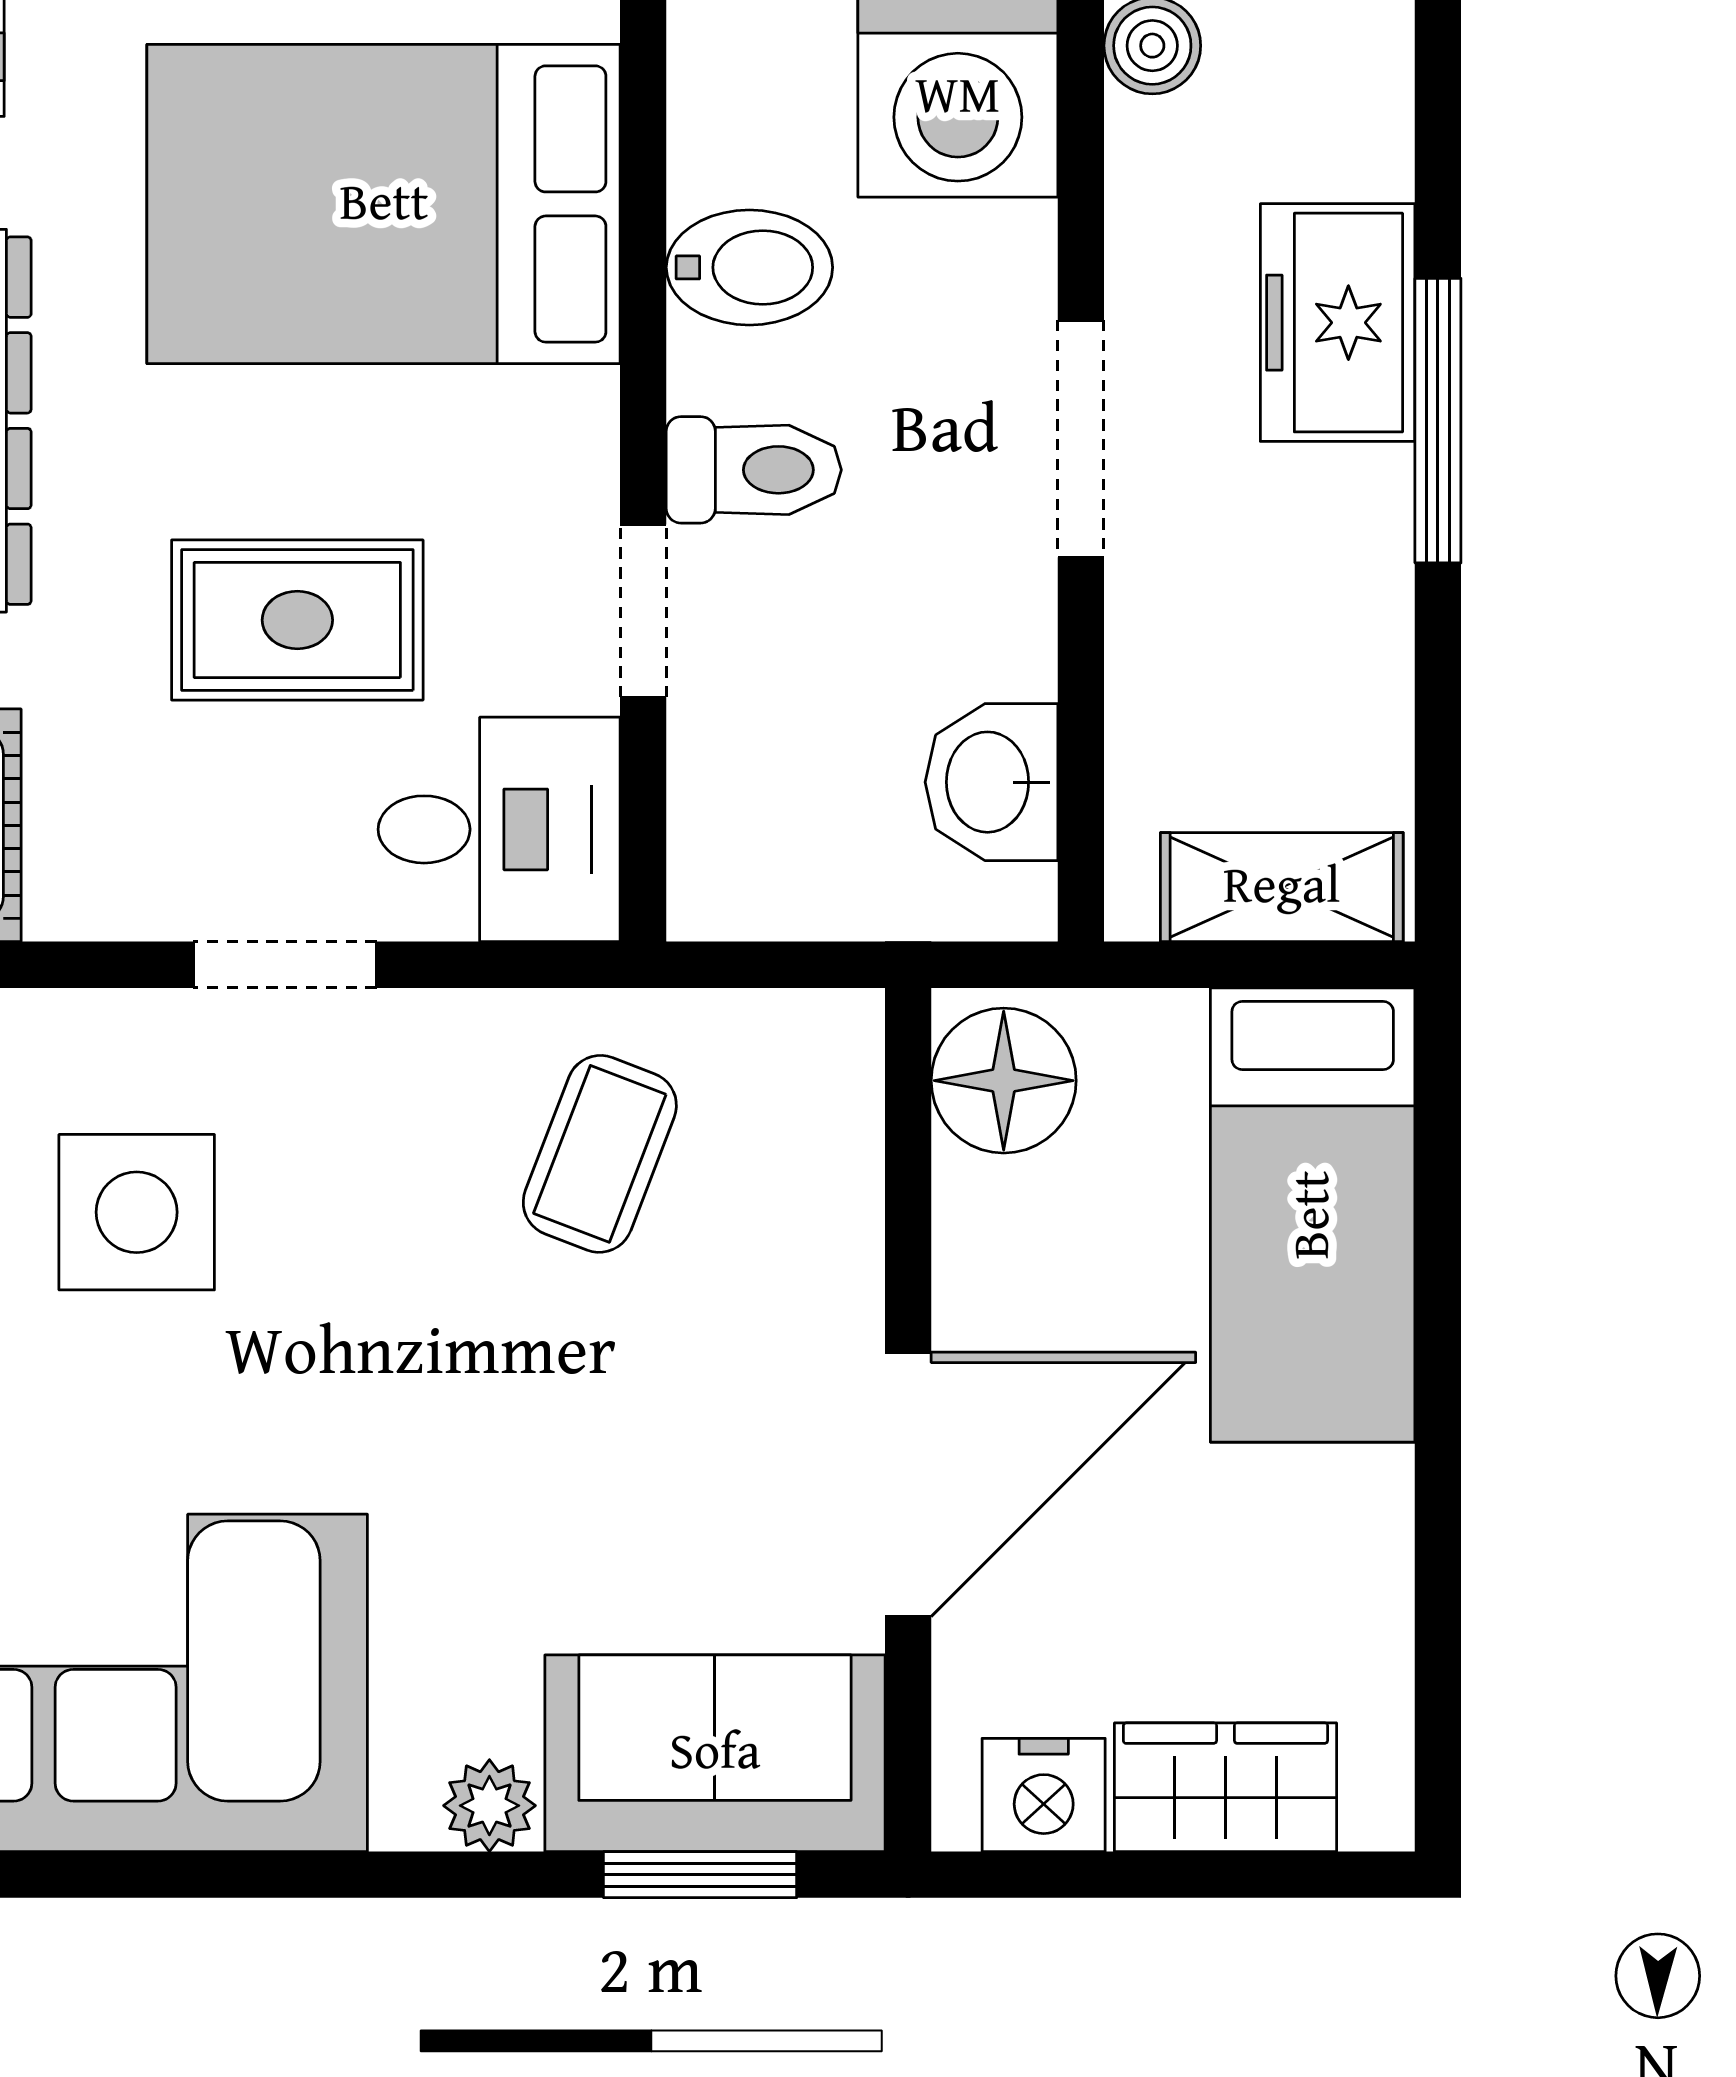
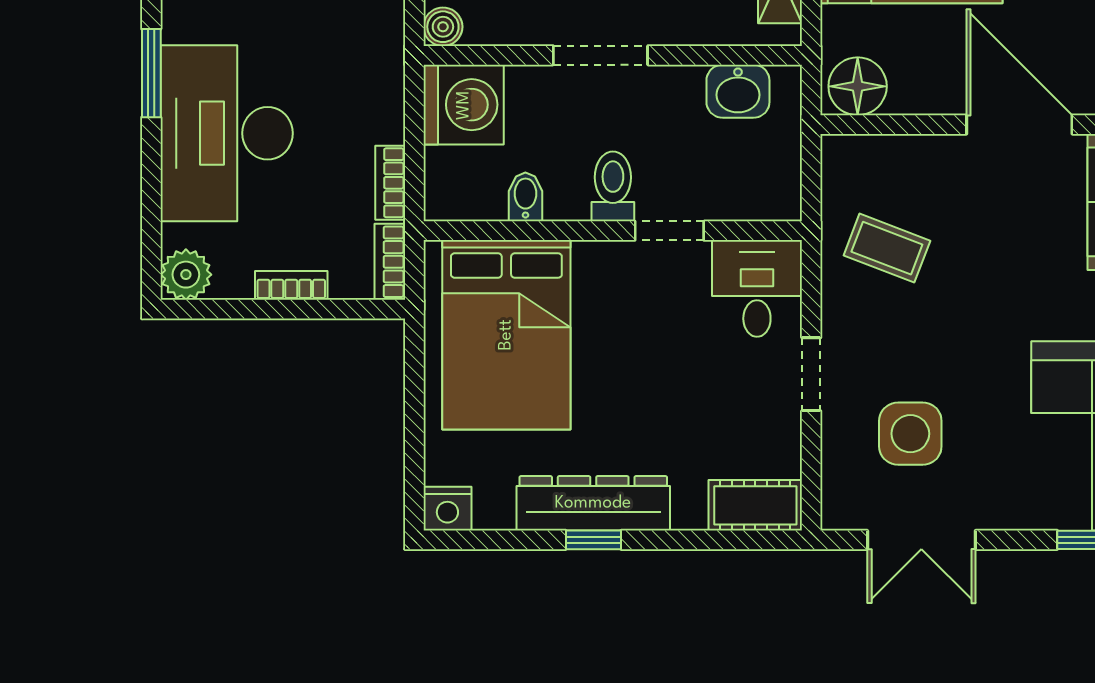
bidet: (749, 267) -> (525, 197), width x0.72, depth x0.74
rug: (297, 620) -> (673, 369), removed

